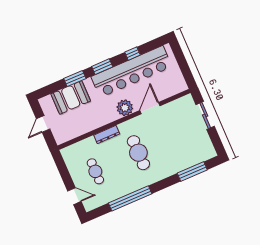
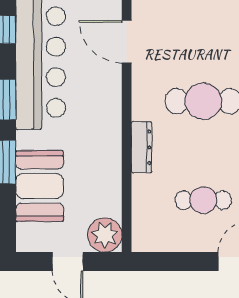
plant: (125, 108) -> (105, 235), moved

